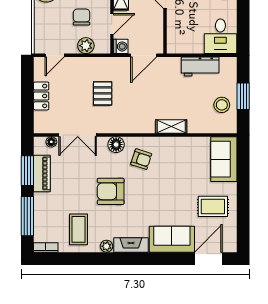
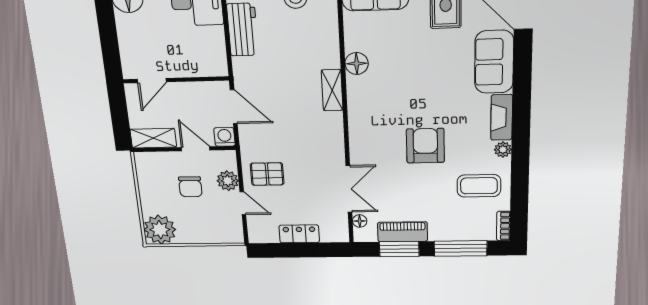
chair: (82, 17) -> (190, 187), turned -90
door: (55, 55) -> (243, 203), moved
pallet: (103, 93) -> (267, 174), moved
shelving: (171, 127) -> (332, 90), moved
floor lamp: (116, 145) -> (357, 63), moved
armchair: (141, 159) -> (379, 107), removed
armchair: (111, 191) -> (425, 146), turned 180

